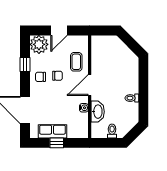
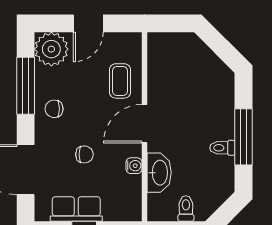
window: (25, 64) -> (26, 86), width x2.17
chair: (57, 76) -> (84, 154), moved
window: (143, 92) -> (244, 137), added

